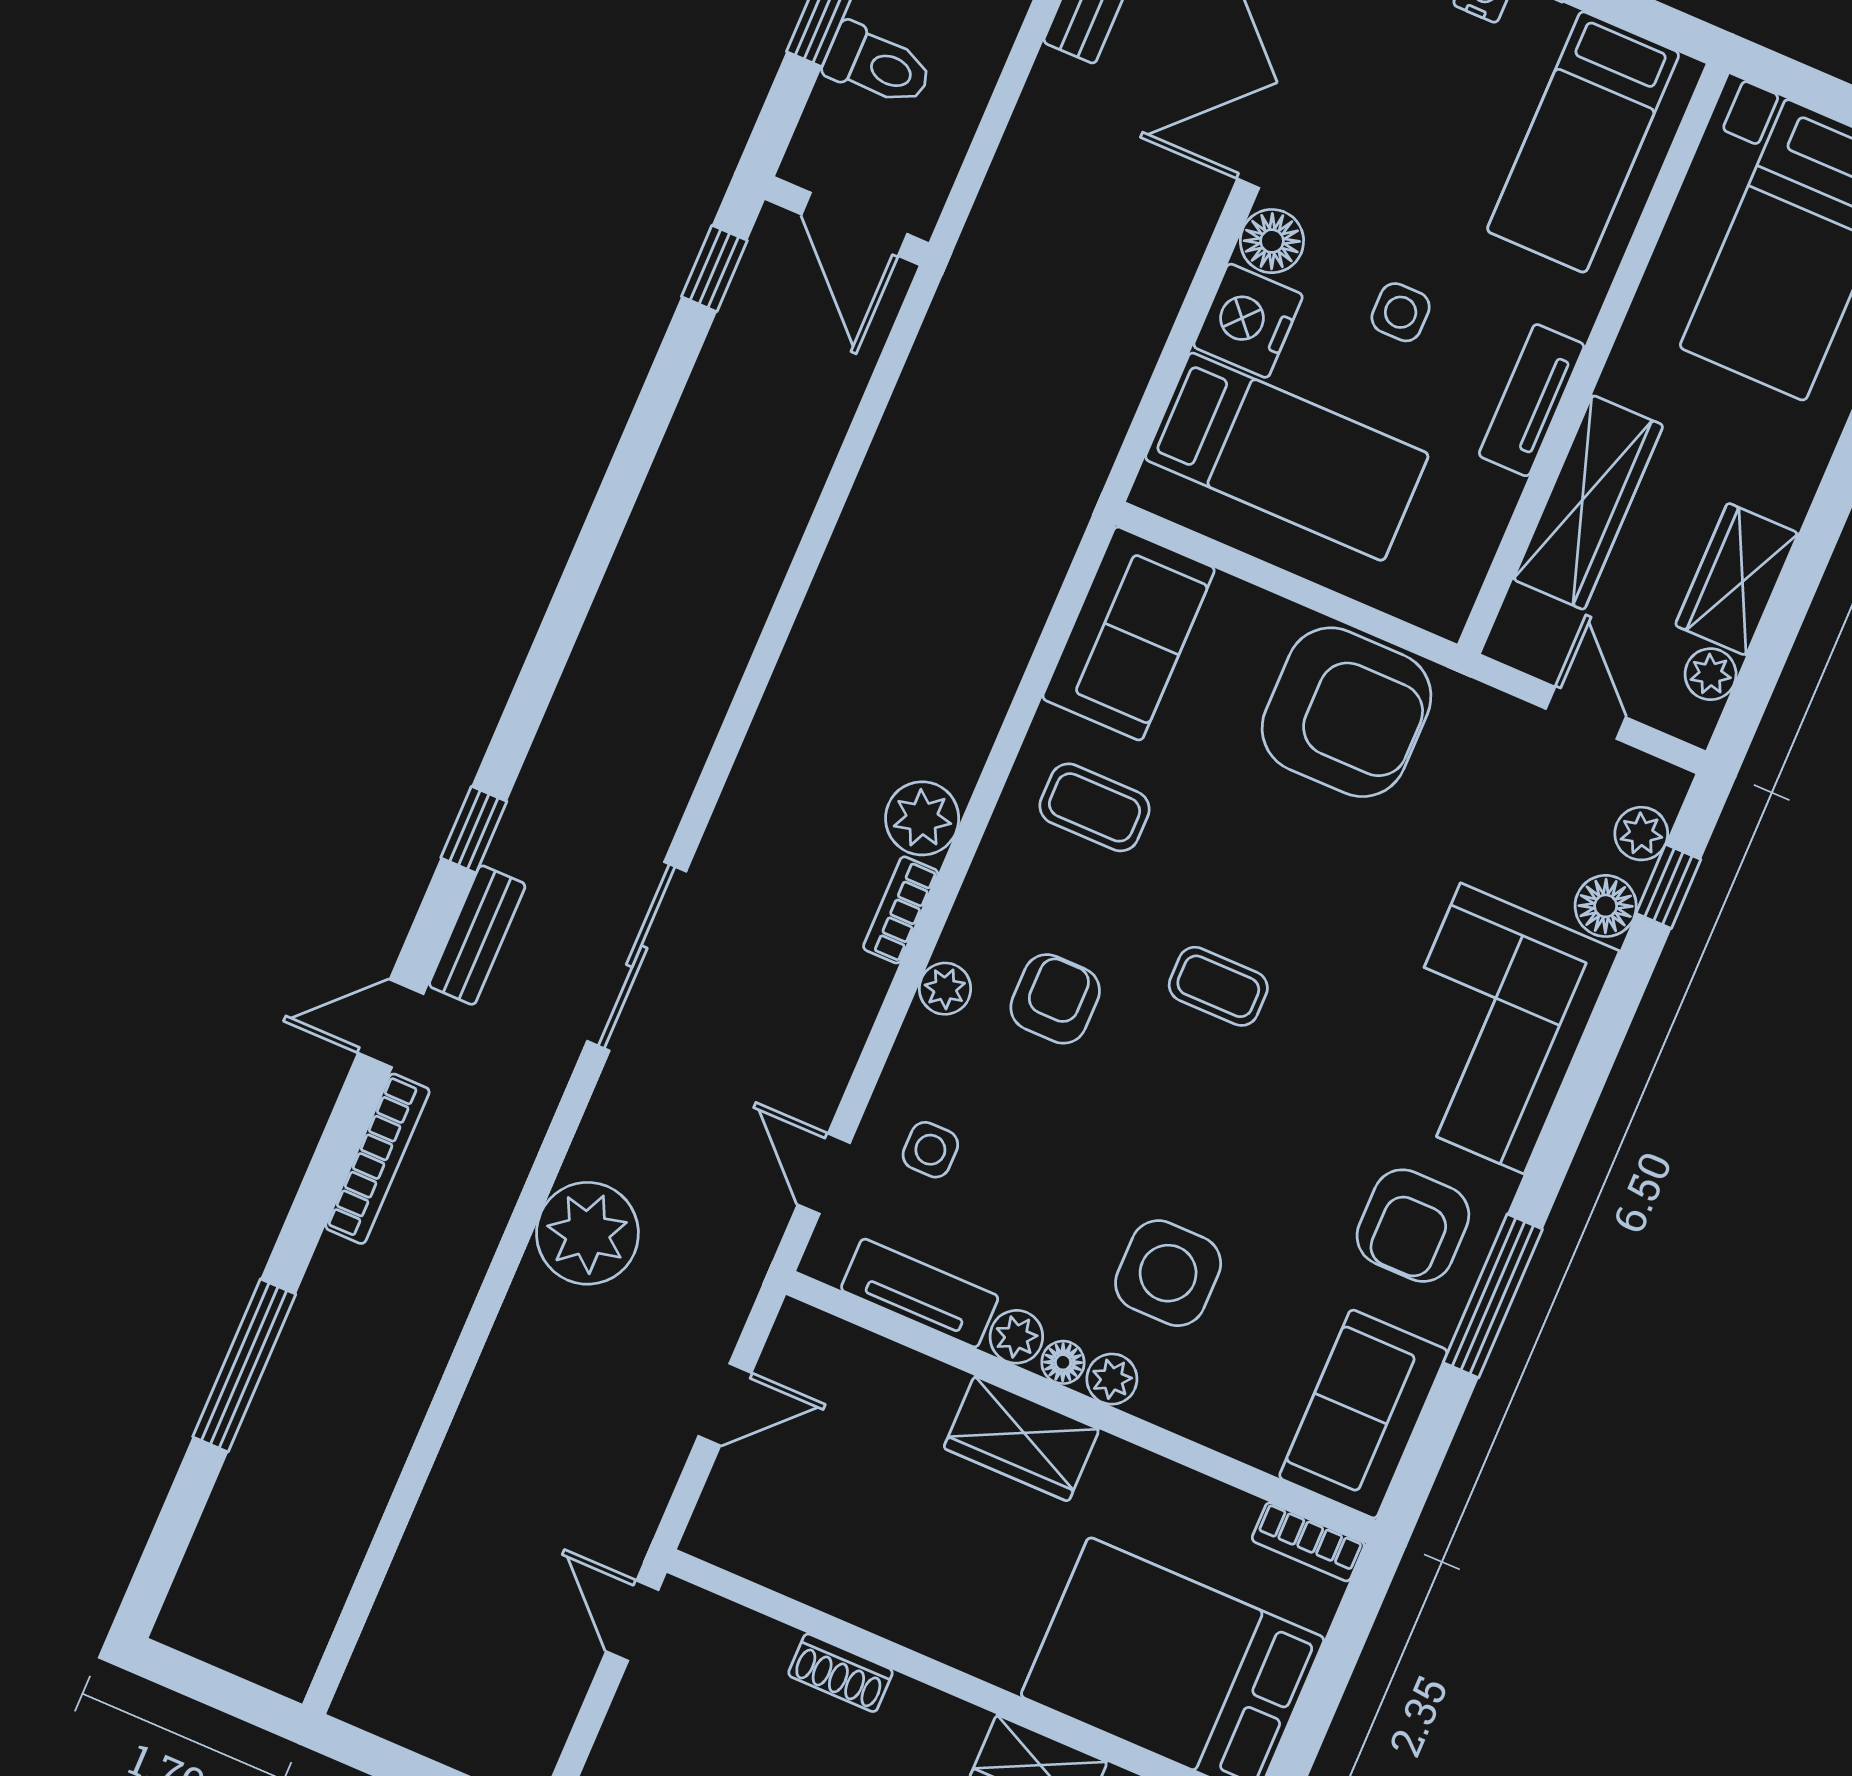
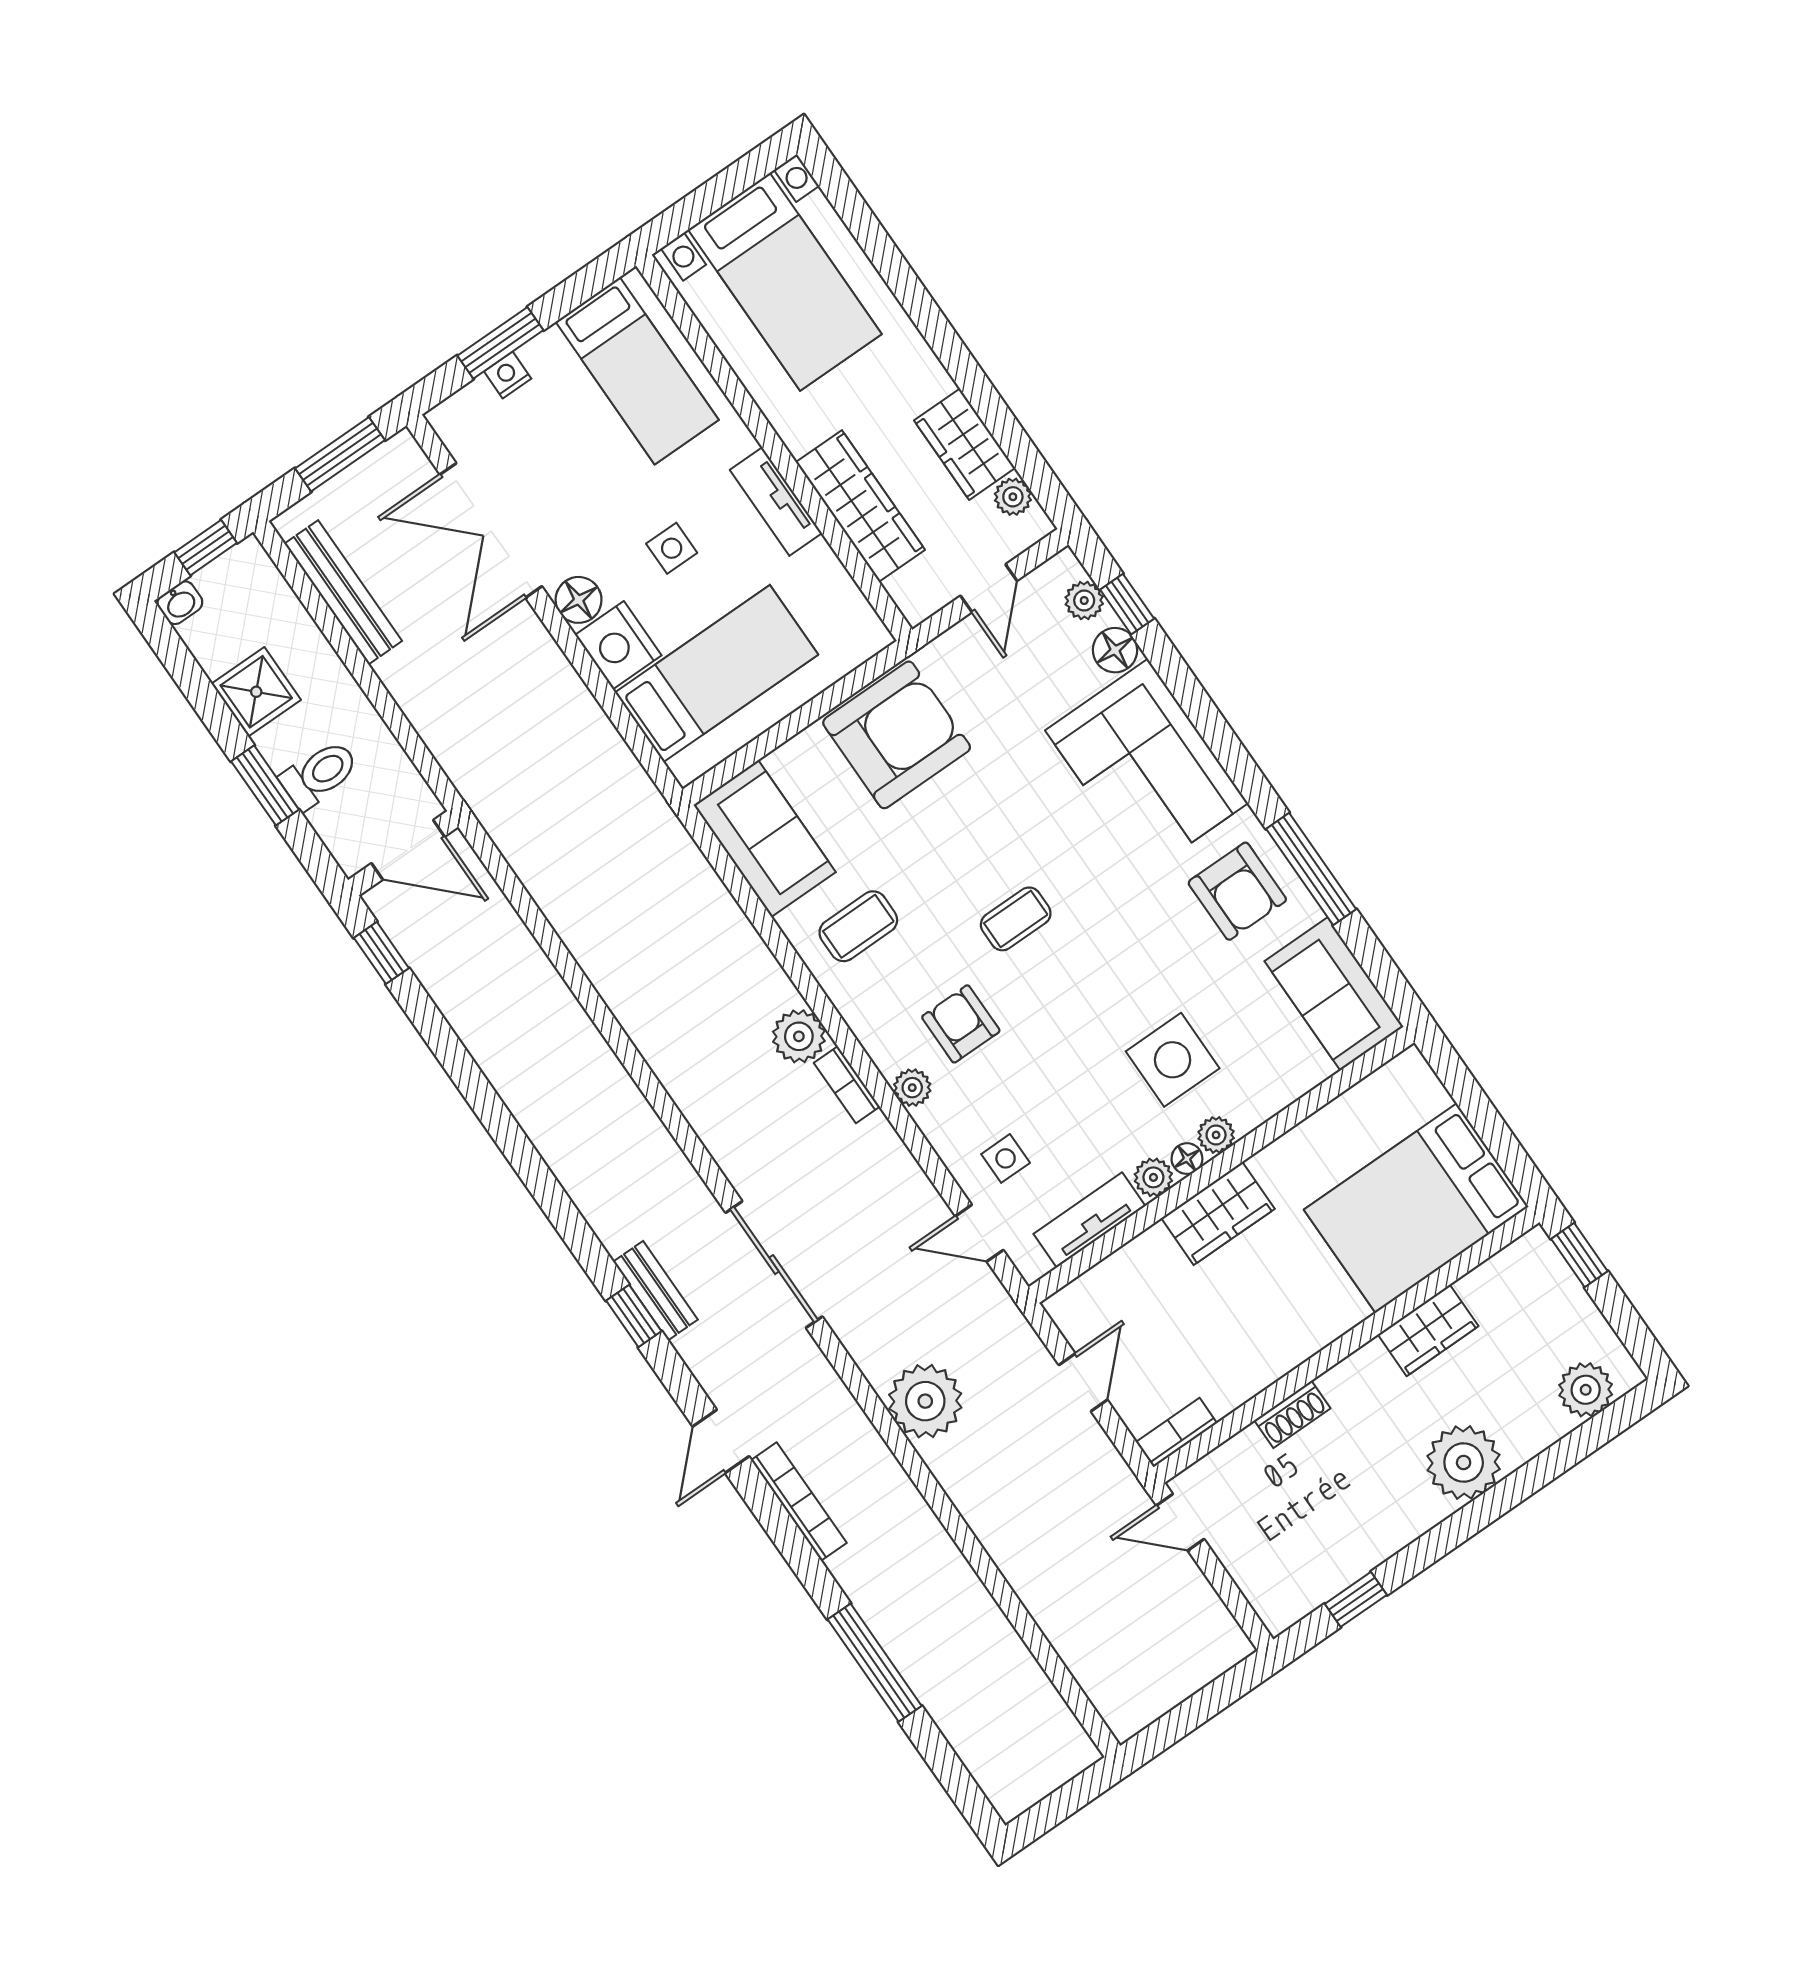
door: (1586, 713) -> (989, 588), swing flipped
bench: (477, 935) -> (655, 1291), moved
bookcase: (1308, 1542) -> (1177, 1433), moved, turned 180

